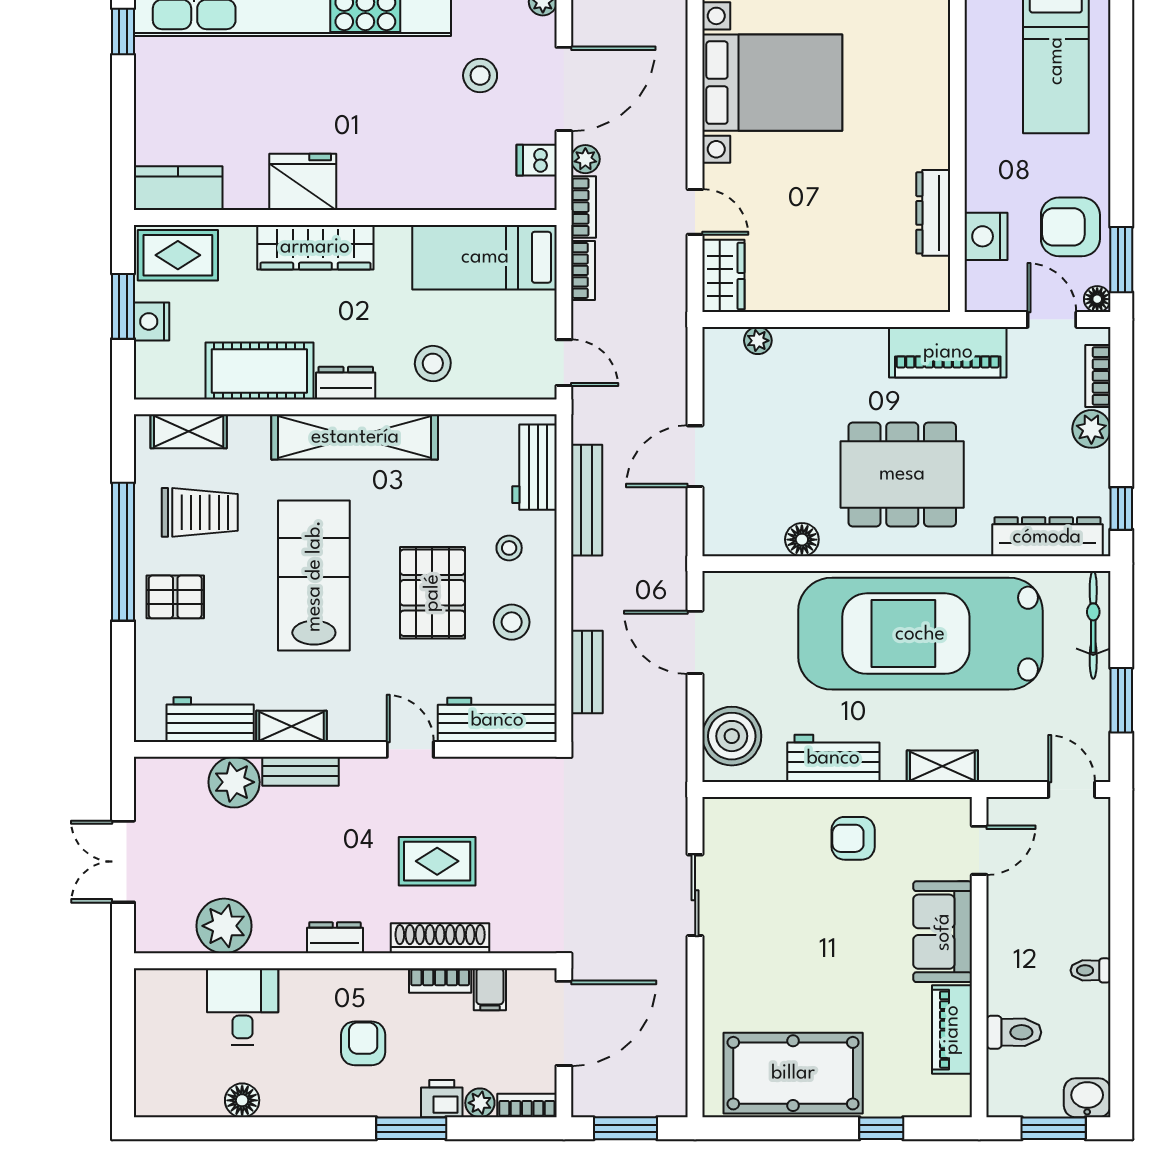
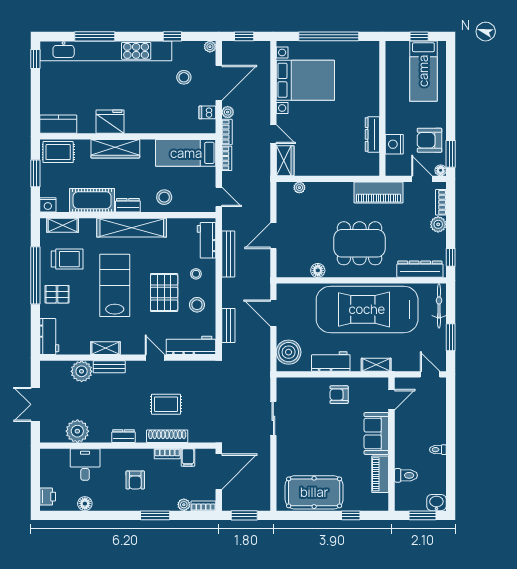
nightstand: (152, 321) -> (48, 205), moved, turned -90
workbench: (210, 720) -> (49, 337), moved, turned 90
armchair: (363, 1043) -> (135, 480), turned 180
printer: (442, 1099) -> (48, 497), moved, turned 90

